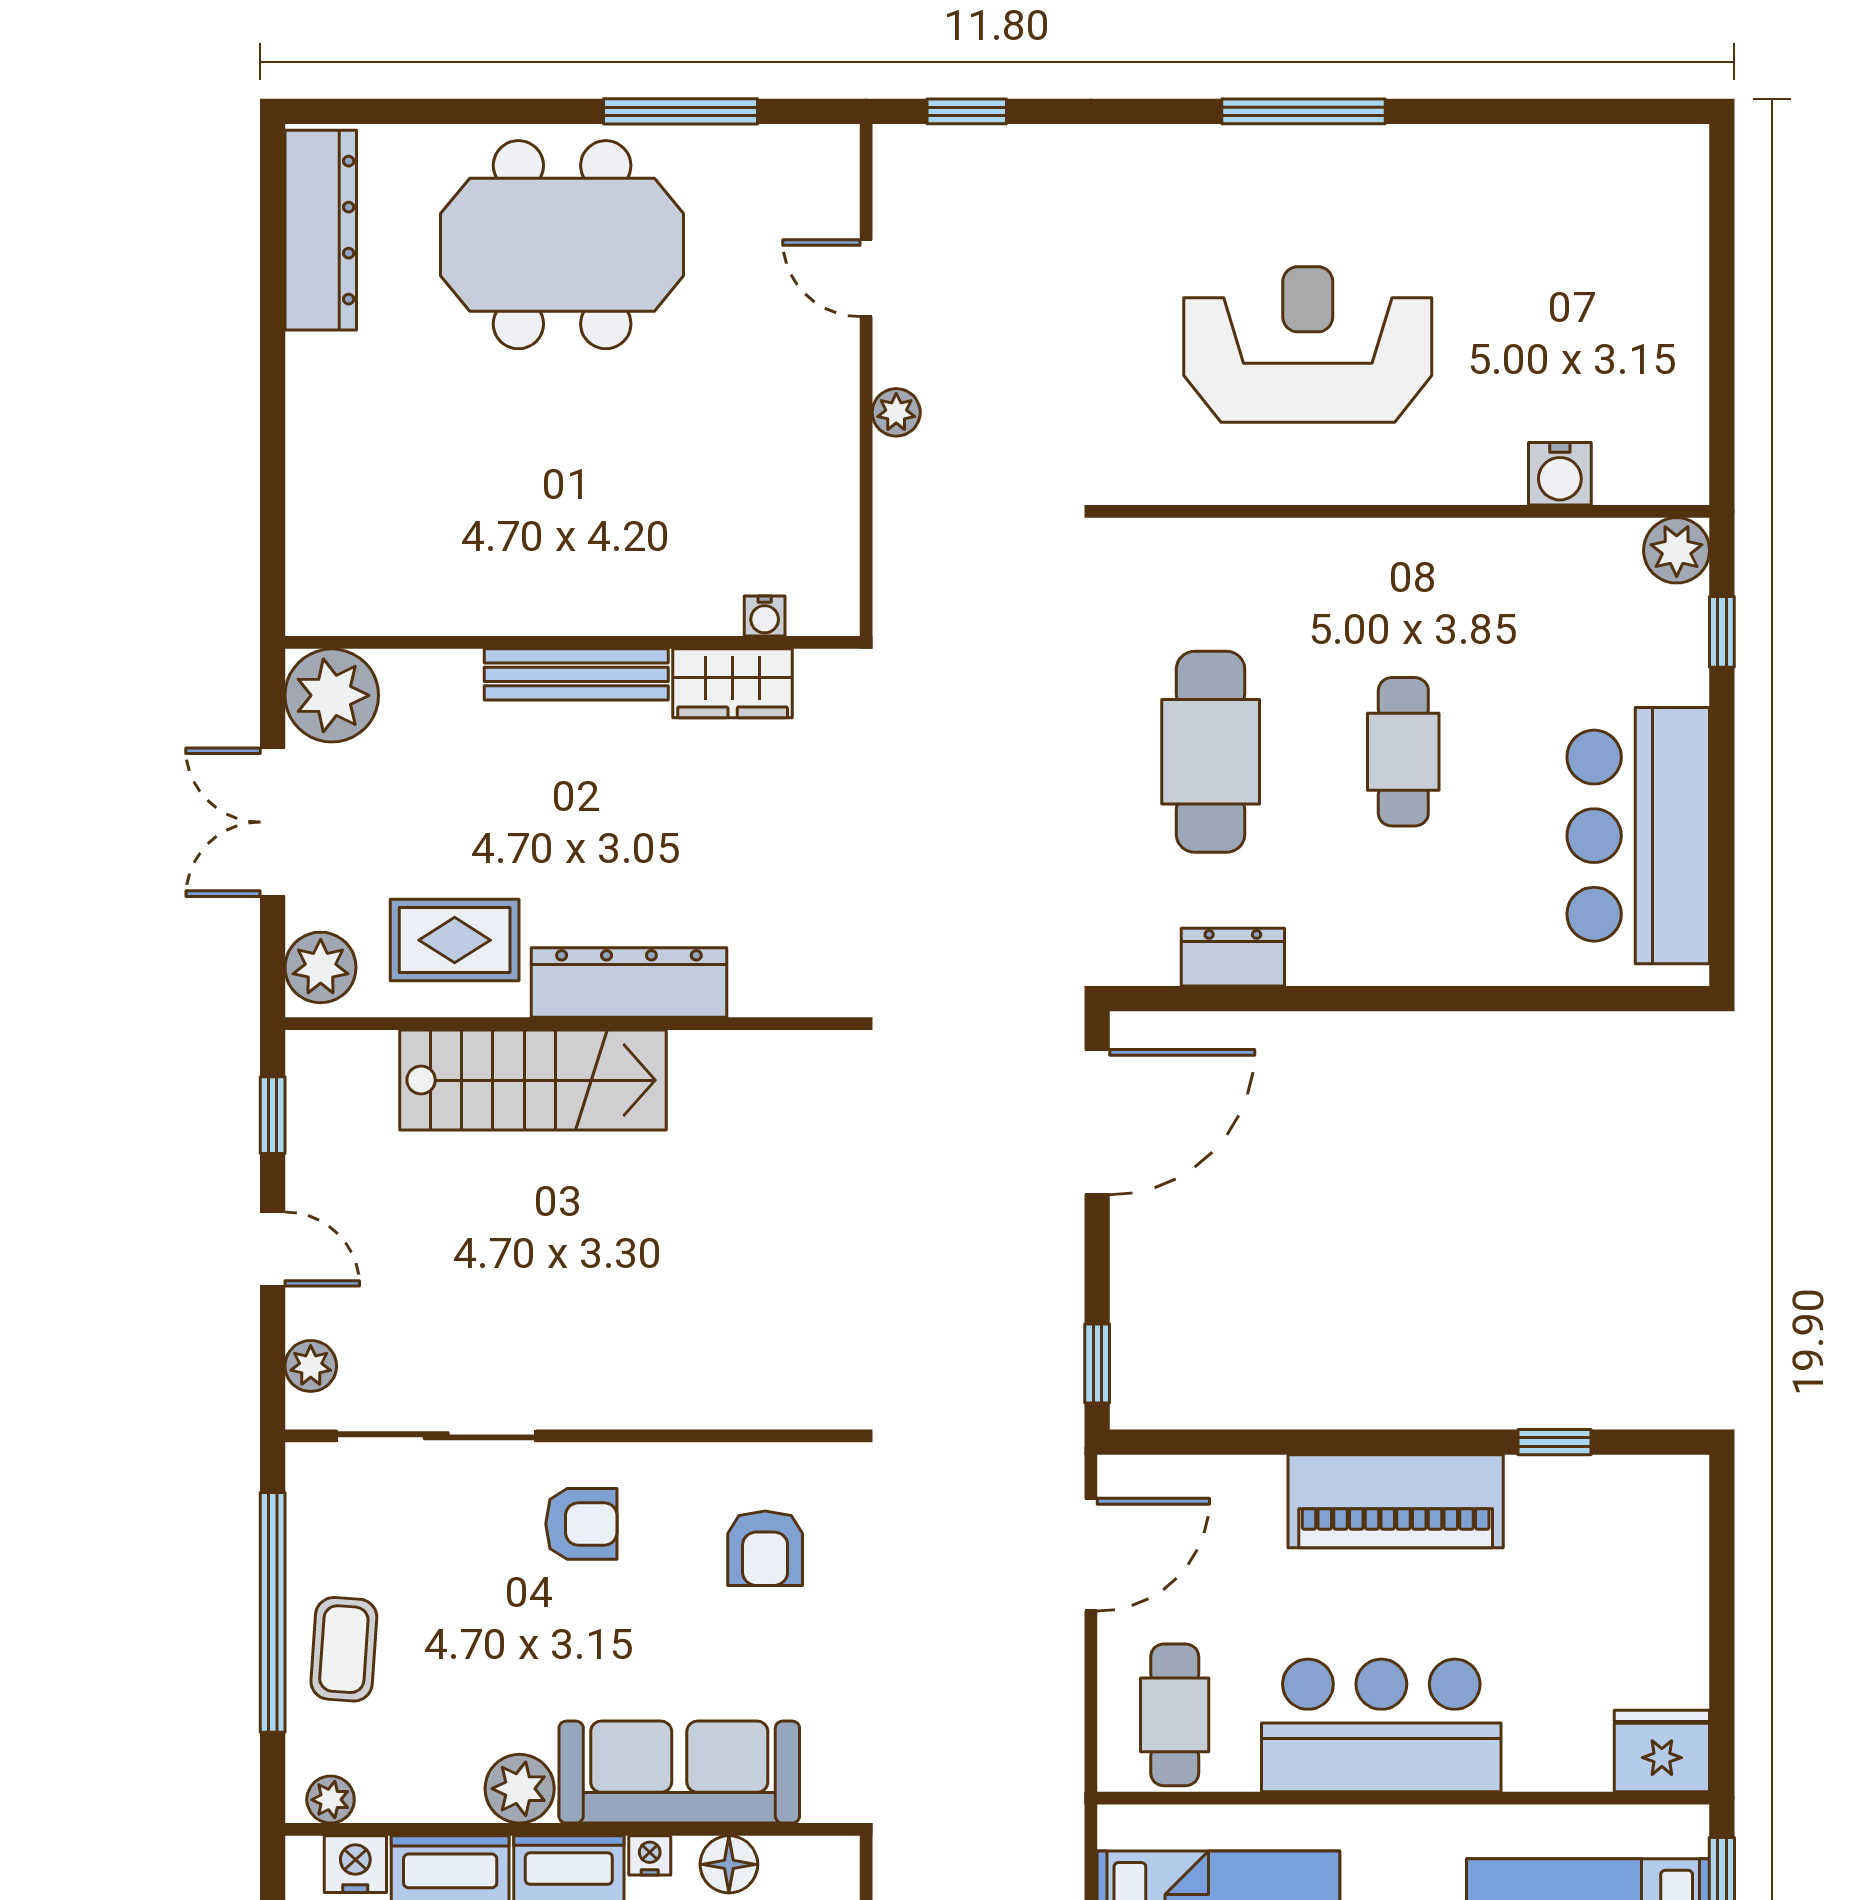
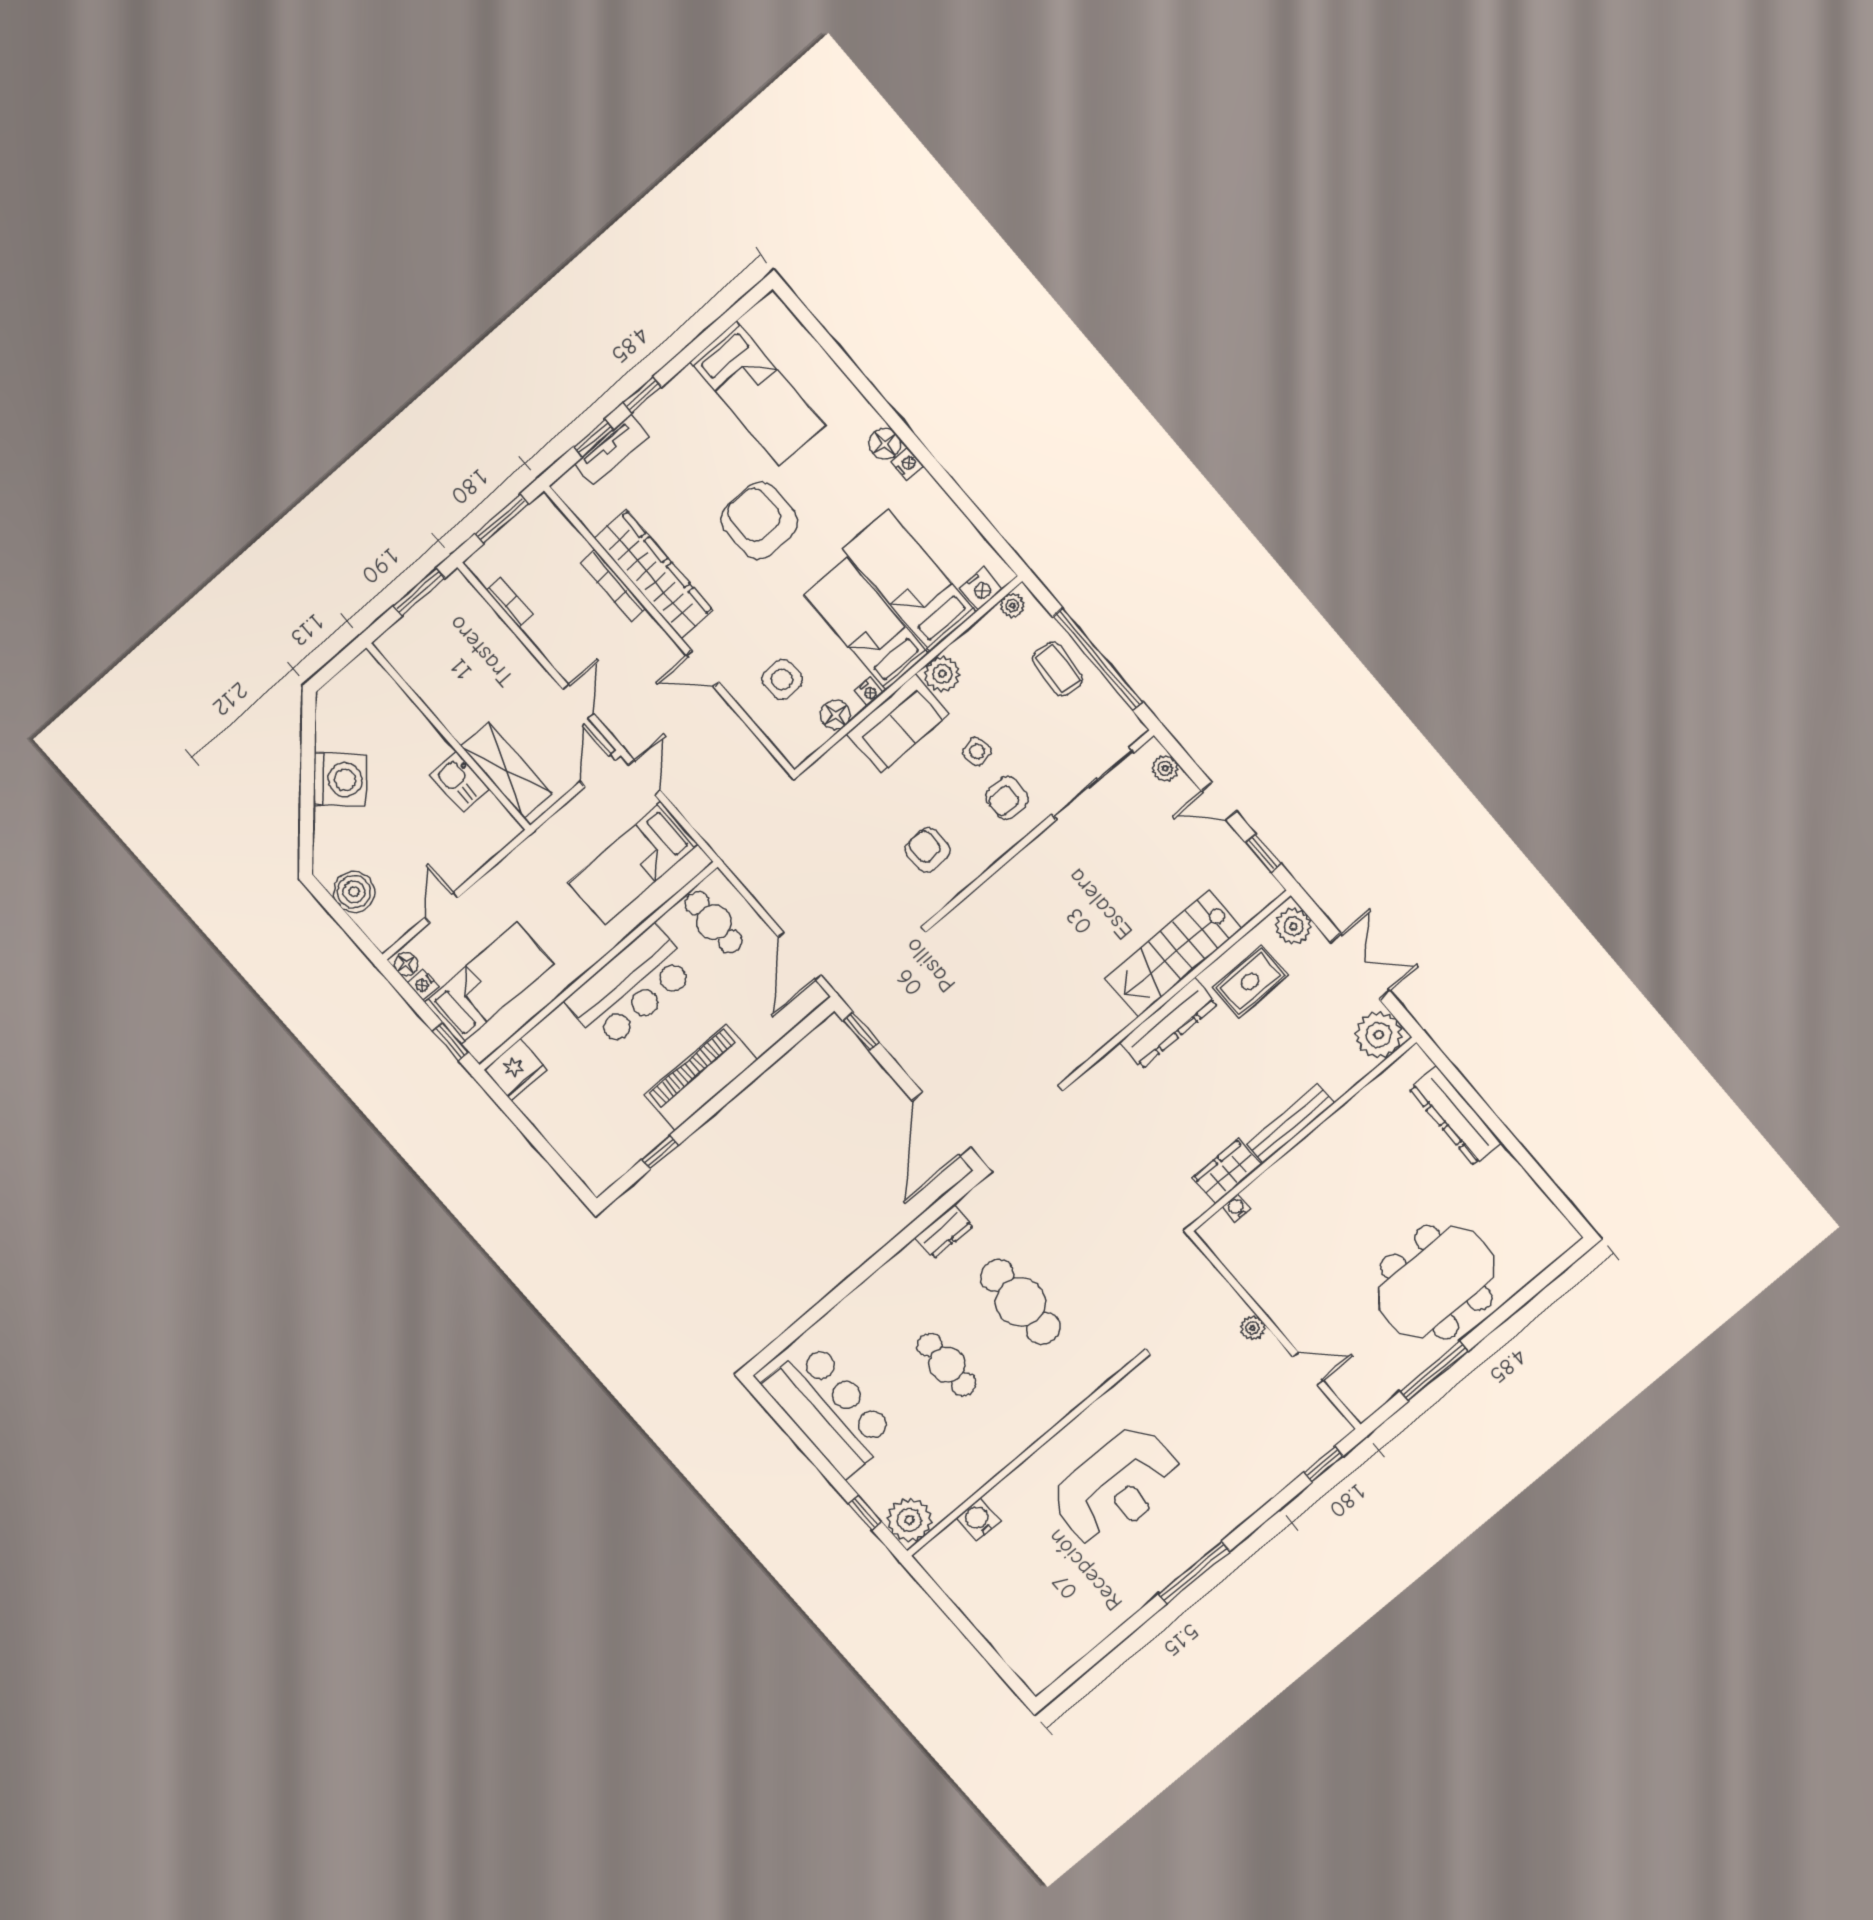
dresser: (321, 230) -> (1455, 1116), moved
plant: (1677, 550) -> (909, 1520), width x1.36, depth x1.36
side table: (567, 1631) -> (977, 751), added
sofa: (679, 1772) -> (898, 723), width x0.73

